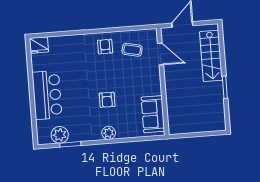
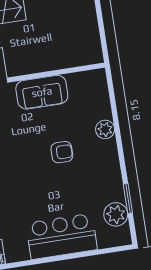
sofa: (153, 114) -> (42, 92), moved
plant: (109, 133) -> (105, 129), moved

